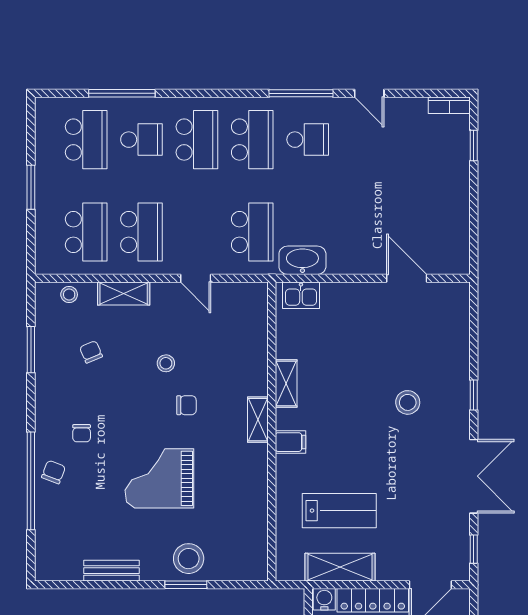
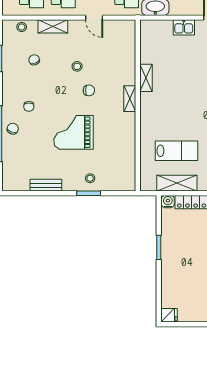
kitchen sink: (301, 295) -> (184, 27), moved
filing cabinet: (291, 442) -> (149, 112), removed
stool: (189, 559) -> (90, 178), width x0.53, depth x0.53

